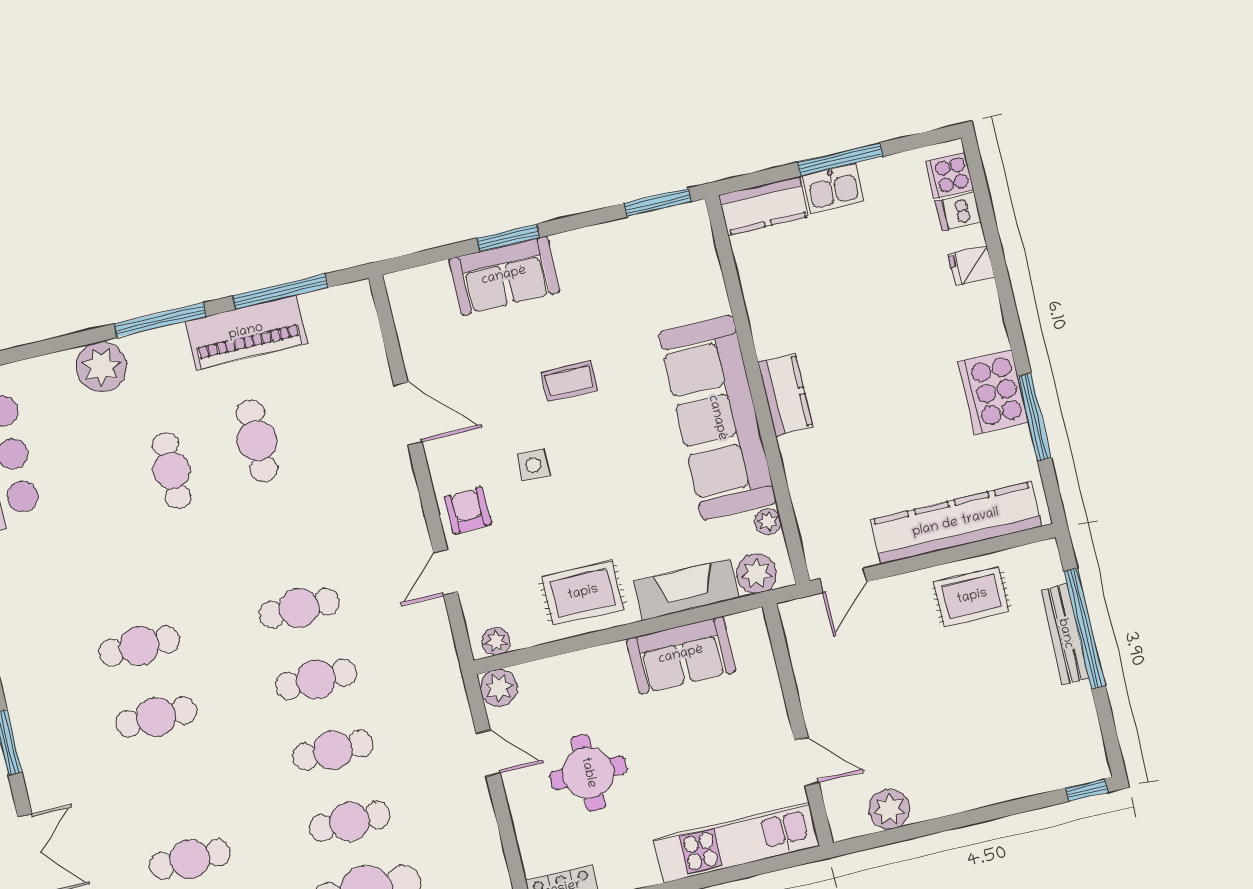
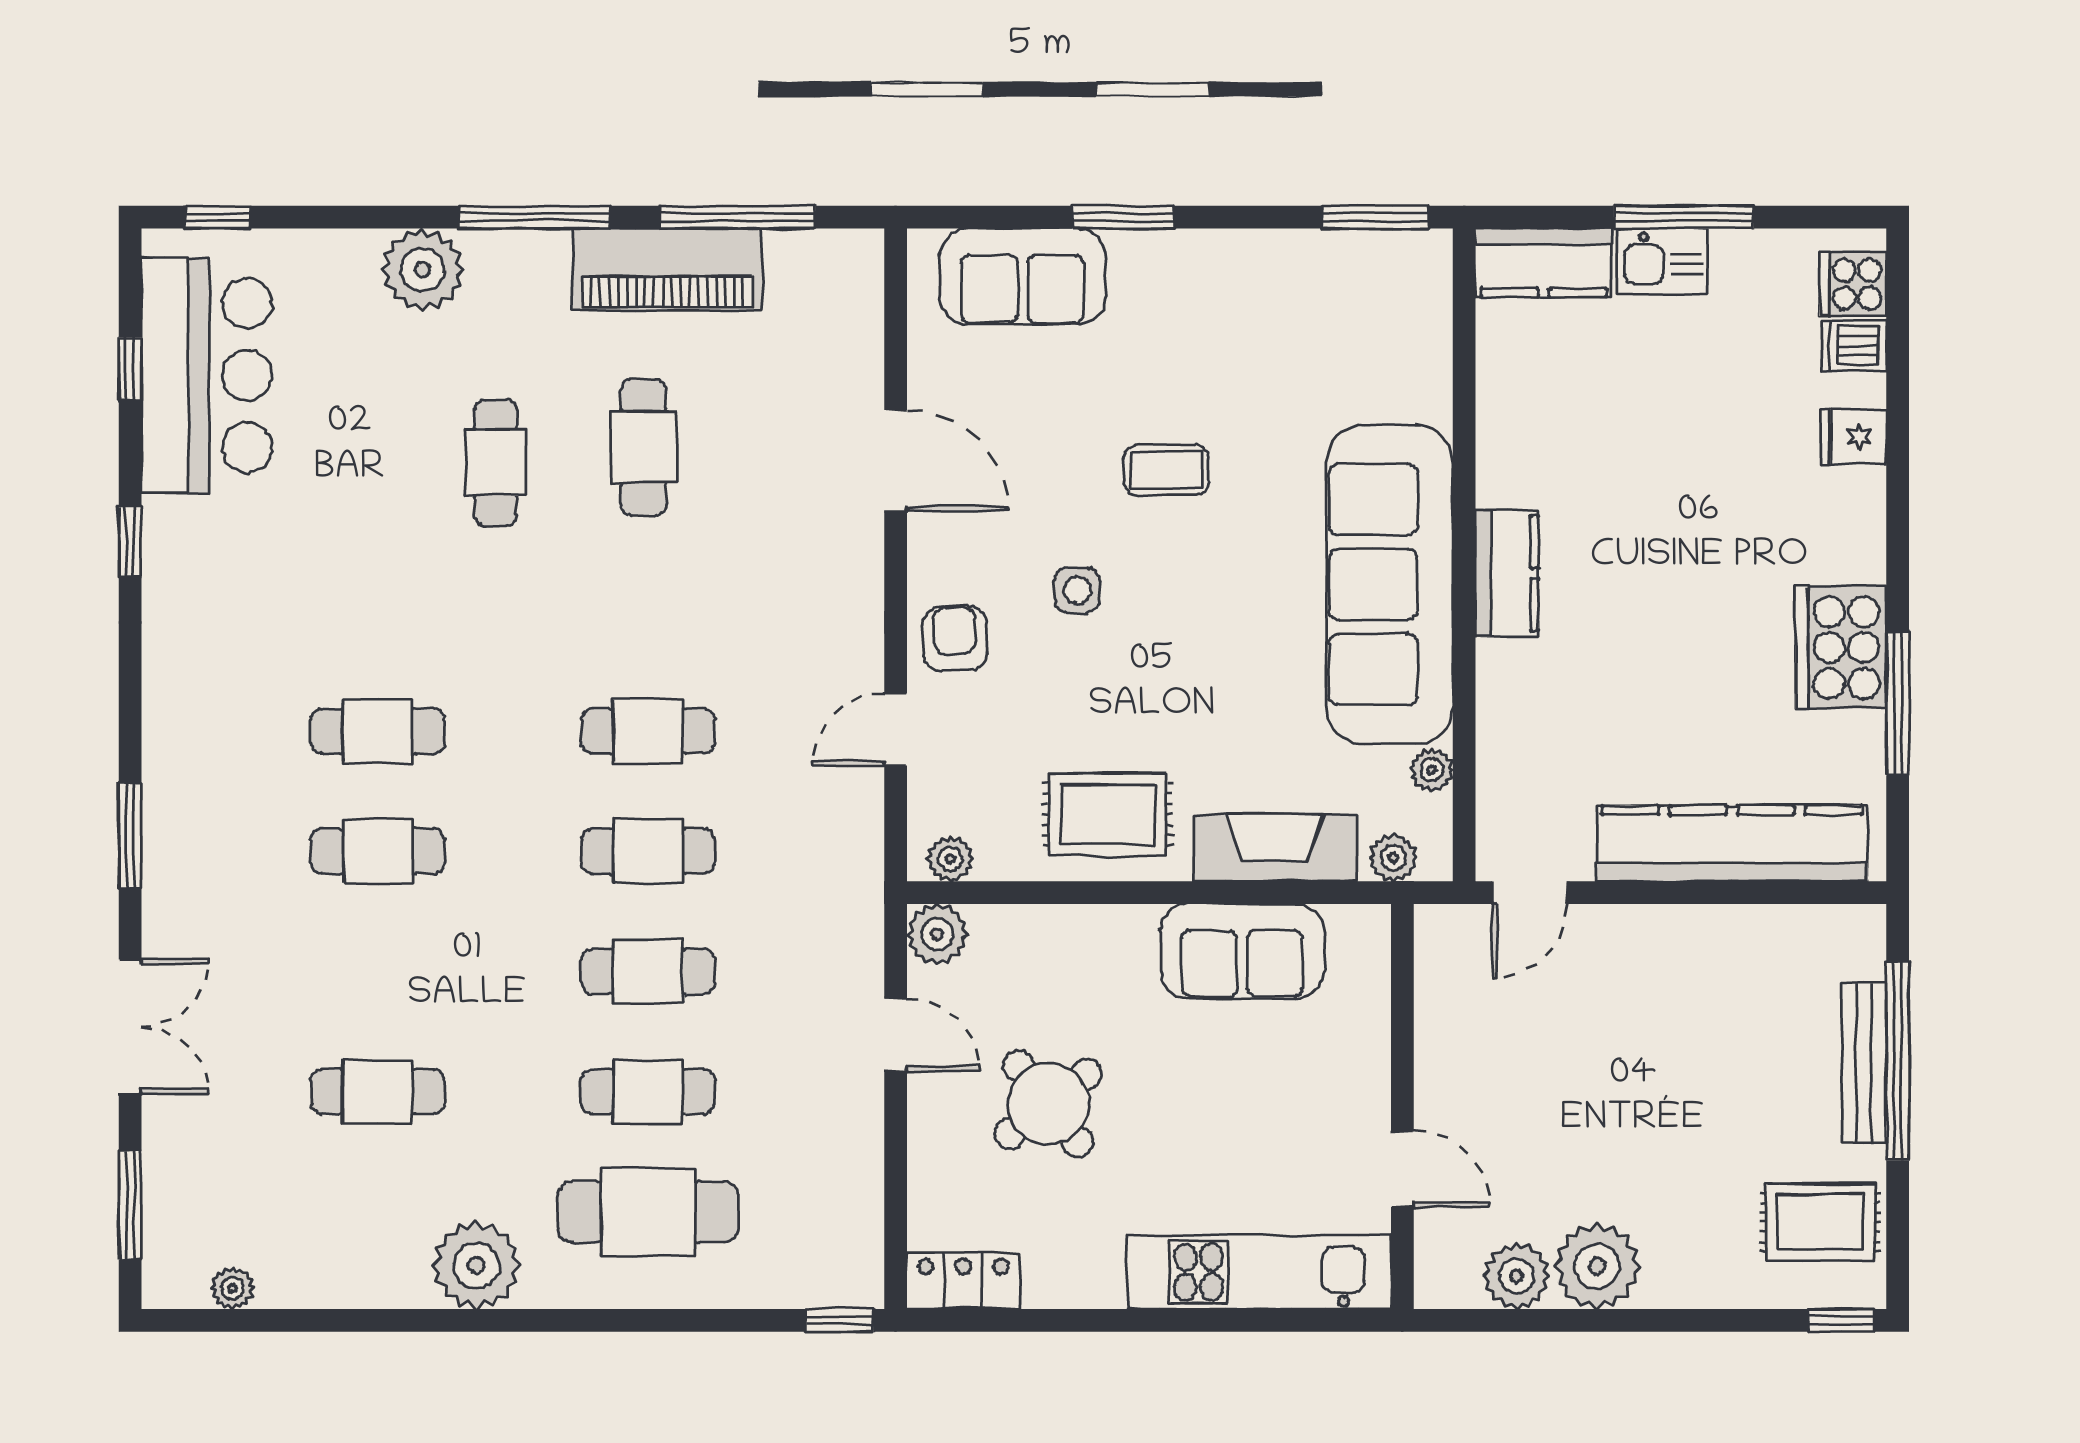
sofa: (504, 276) -> (1023, 276), moved
plant: (757, 574) -> (1393, 858), width x0.73, depth x0.73
rug: (972, 597) -> (1820, 1222), moved
round table: (588, 773) -> (1048, 1104), turned -38
plant: (935, 792) -> (1597, 1266), added

